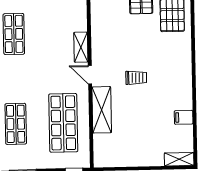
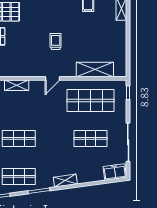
shelving: (81, 47) -> (17, 85), moved
shelving: (102, 110) -> (95, 70), moved

